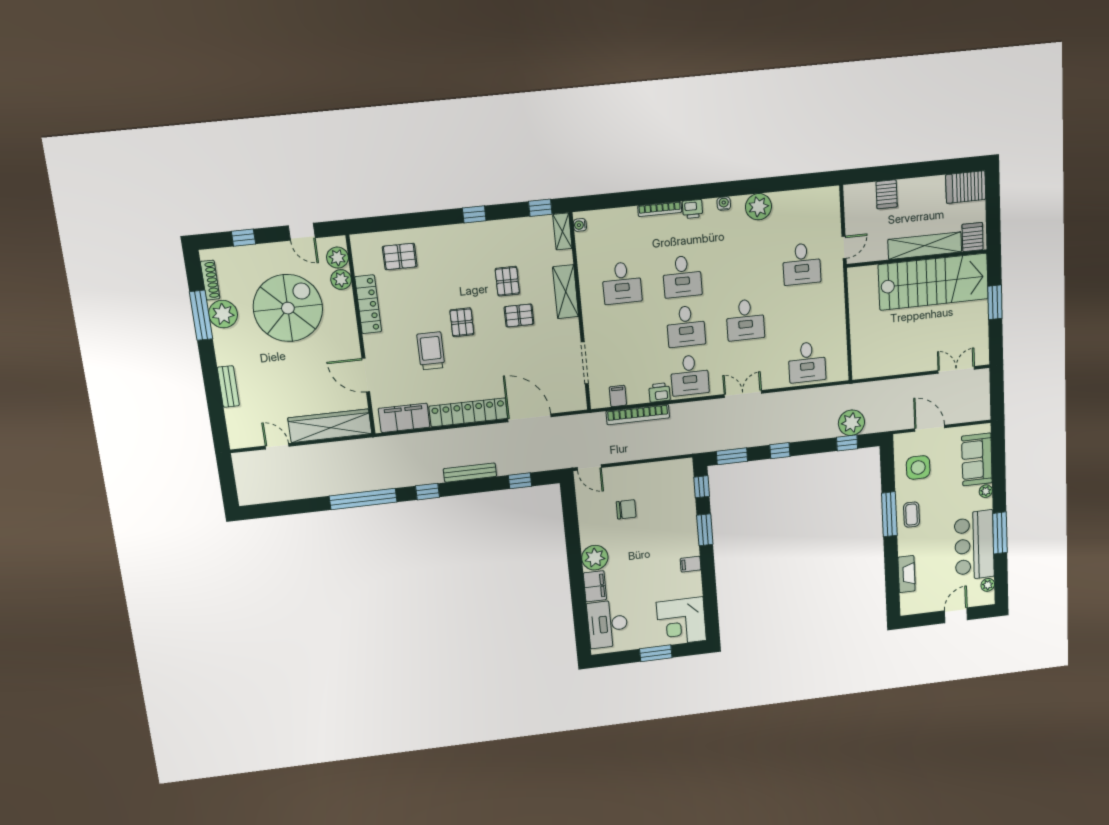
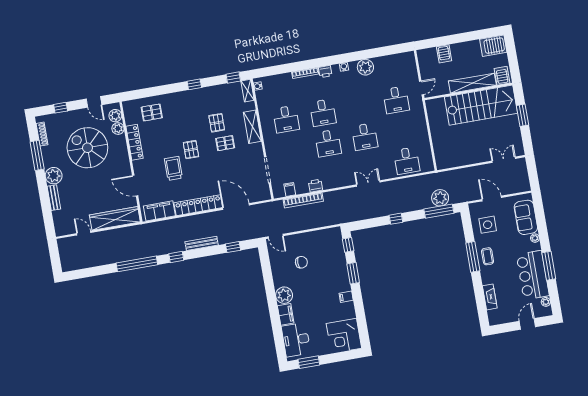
spiral stairs: (288, 308) -> (87, 148), turned -90
plant: (223, 314) -> (54, 176), moved
desk: (690, 375) -> (333, 174), removed
window: (847, 443) -> (439, 211), width x2.17
window: (732, 456) -> (366, 224), removed
window: (656, 653) -> (309, 362), moved

